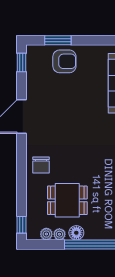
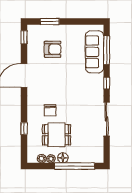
armchair: (64, 61) -> (53, 49), moved
chair: (41, 165) -> (50, 110), moved
window: (21, 225) -> (24, 129), moved

